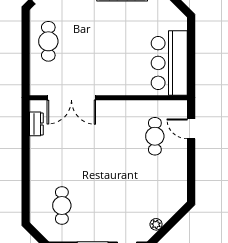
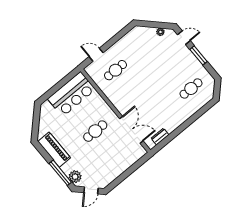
cafe table: (48, 41) -> (95, 131), moved
door: (191, 129) -> (96, 55), swing flipped

